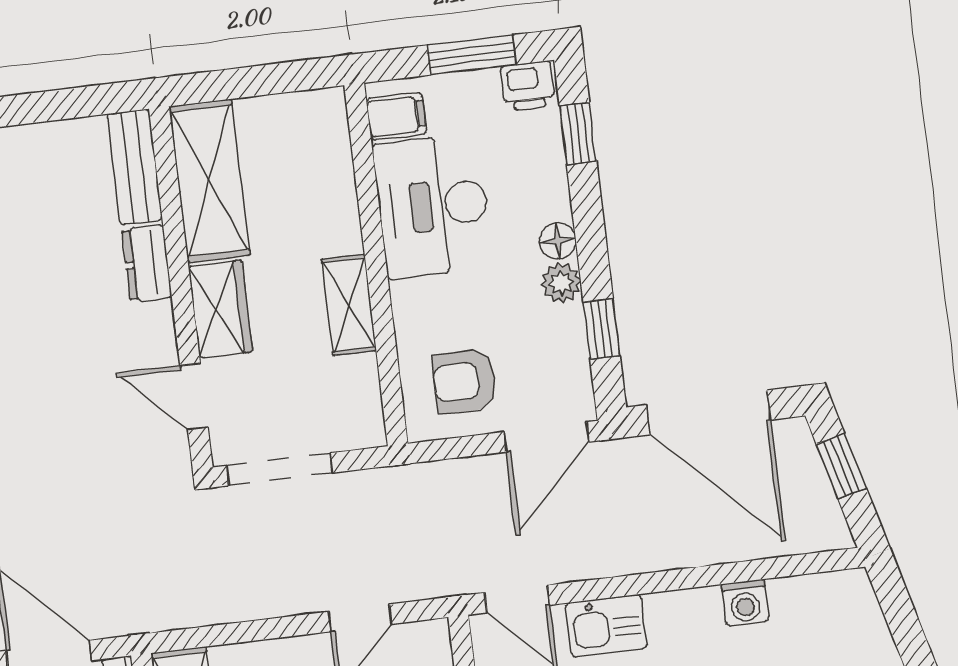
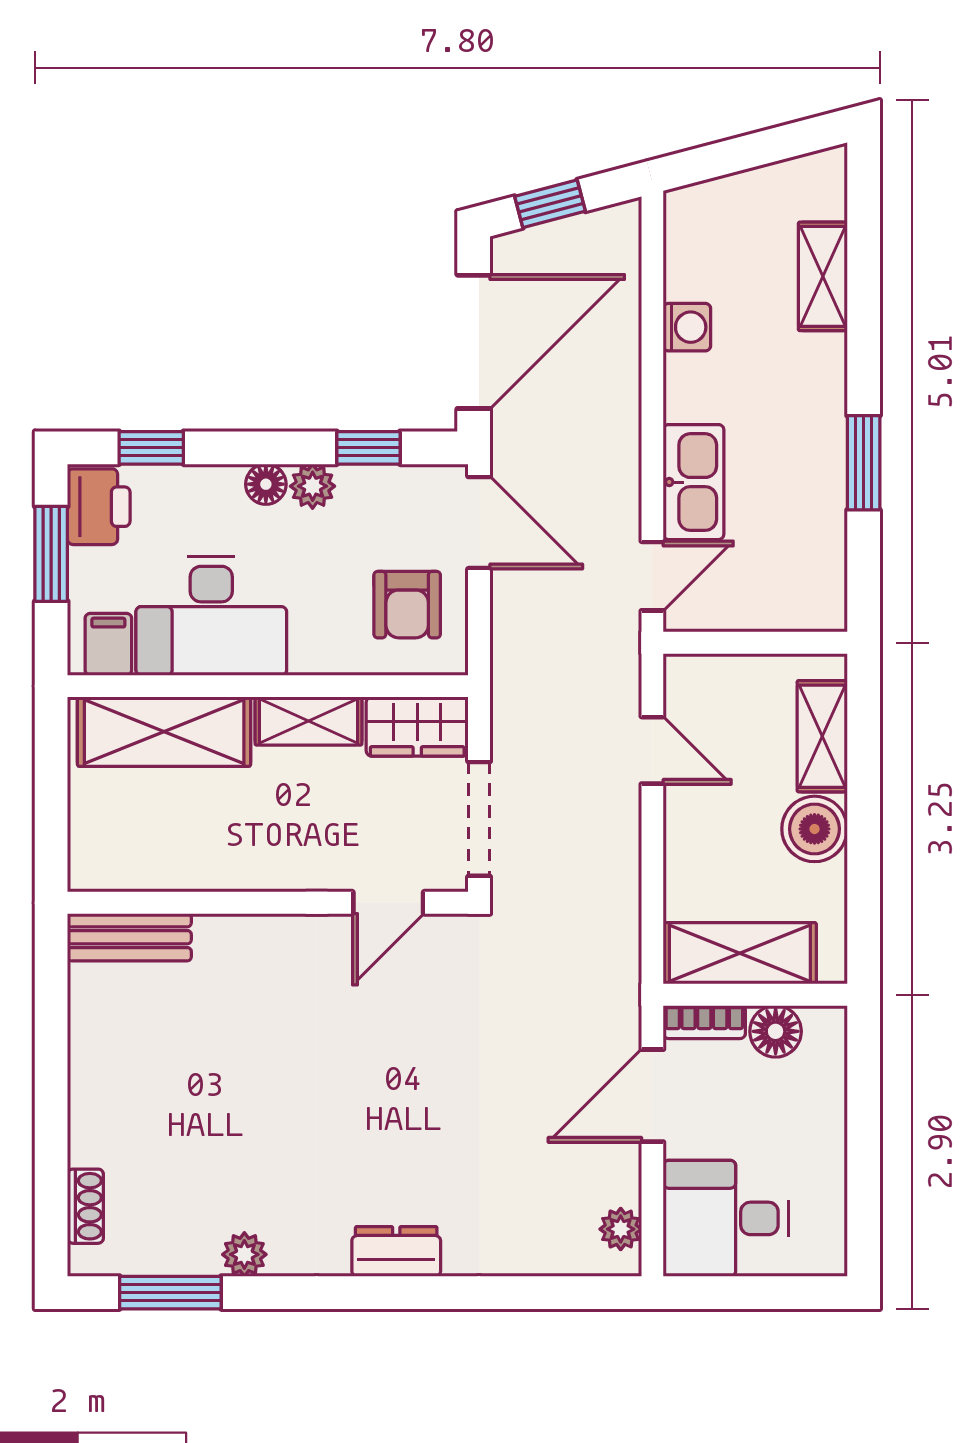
printer: (528, 86) -> (99, 507), width x1.36, depth x1.24
shelving: (209, 181) -> (164, 732), moved
dresser: (147, 263) -> (236, 936), removed
wardrobe: (220, 309) -> (417, 727), moved, turned 180
kitchen sink: (606, 626) -> (693, 482), width x1.38

